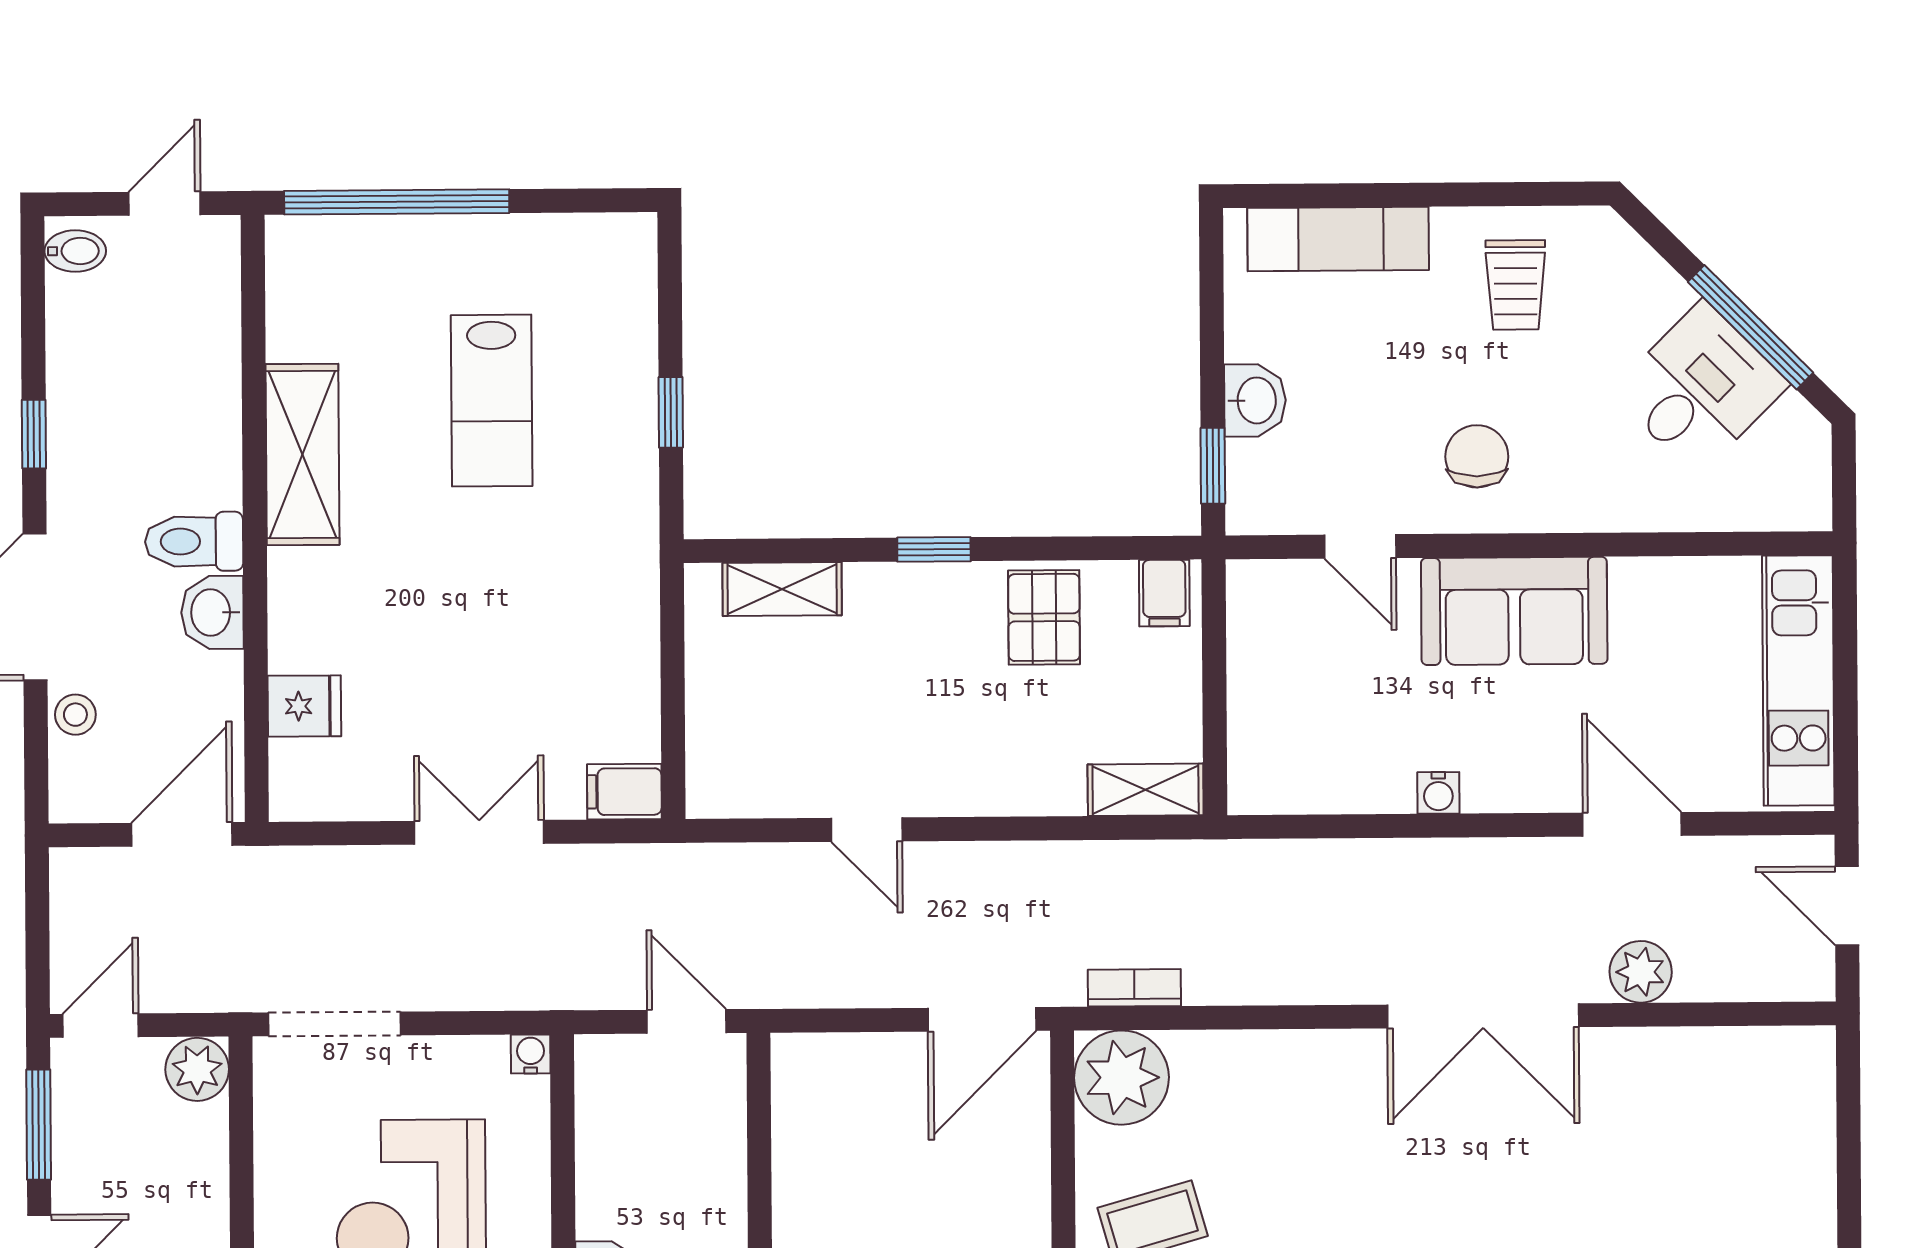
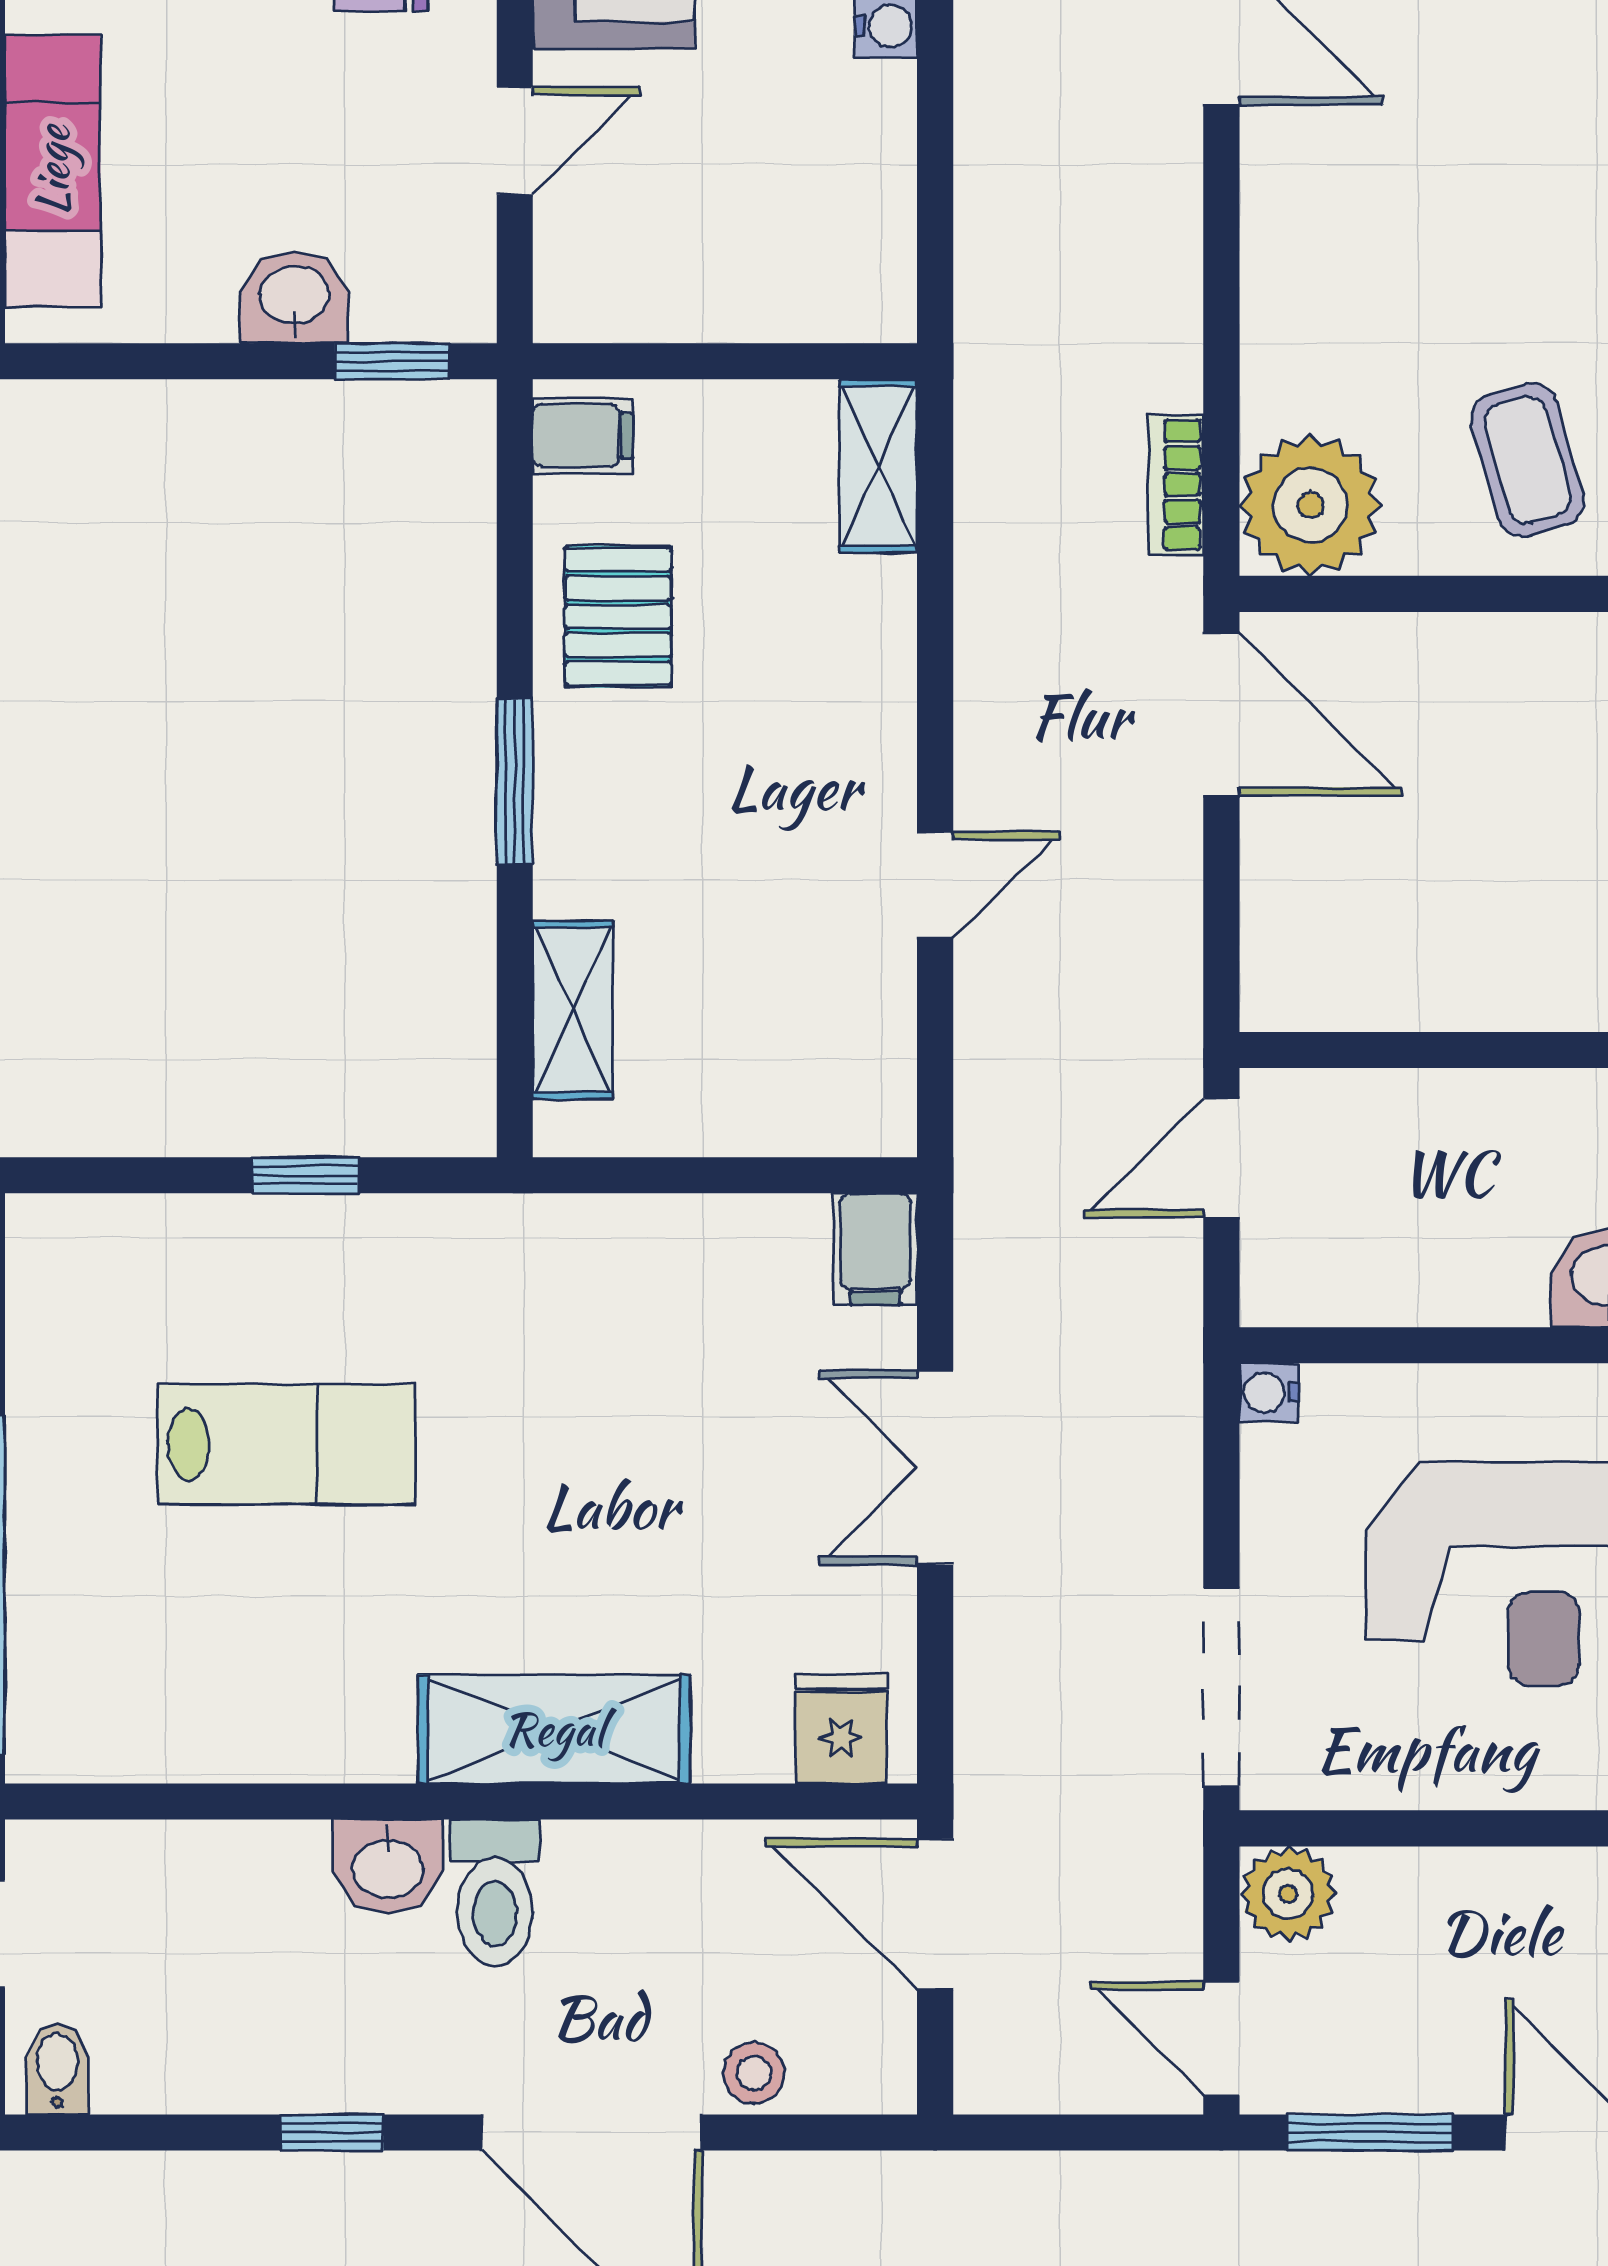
shelving: (302, 455) -> (554, 1729), moved
window: (934, 549) -> (515, 781), width x1.50
washbasin: (212, 612) -> (388, 1866), moved
pallet: (1044, 617) -> (618, 617), turned 90
fridge: (304, 706) -> (841, 1729), moved

